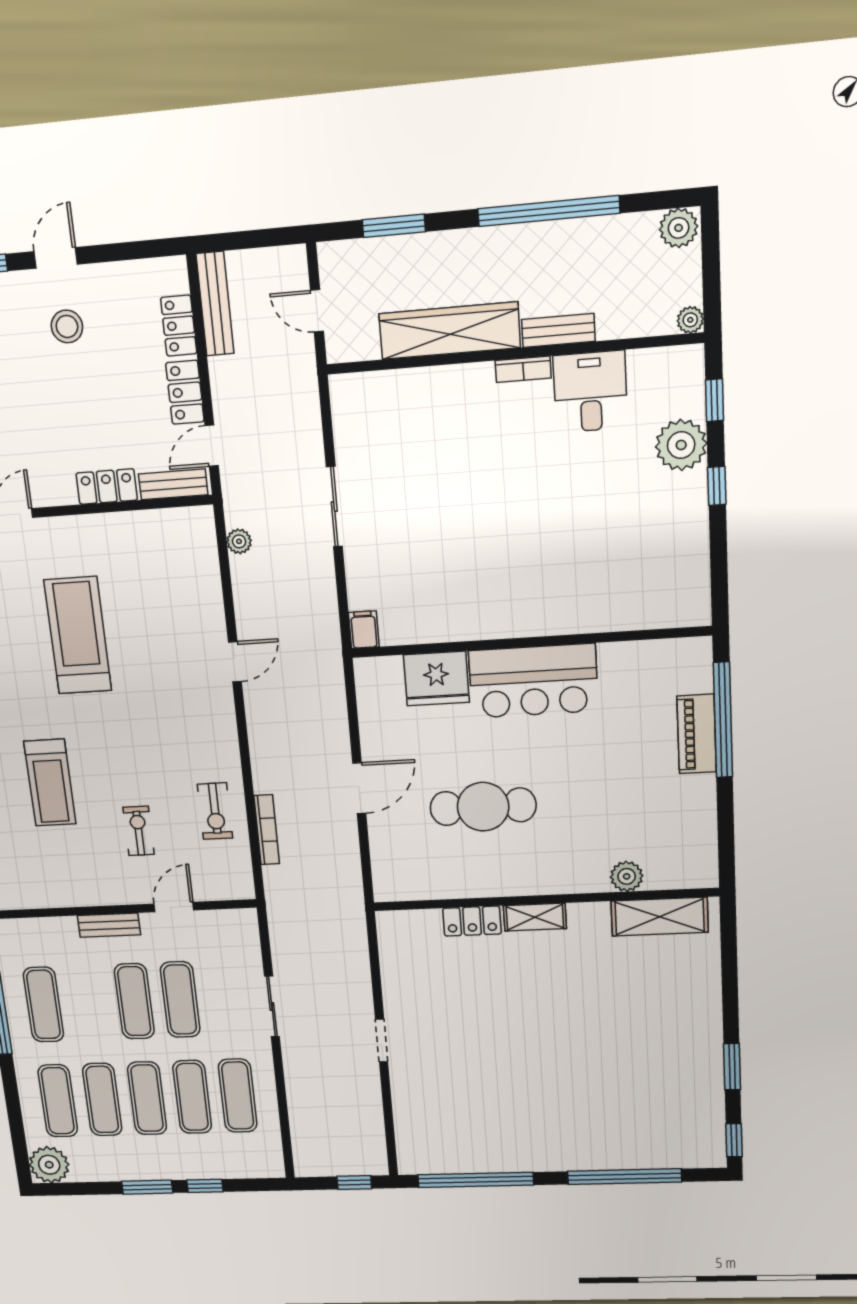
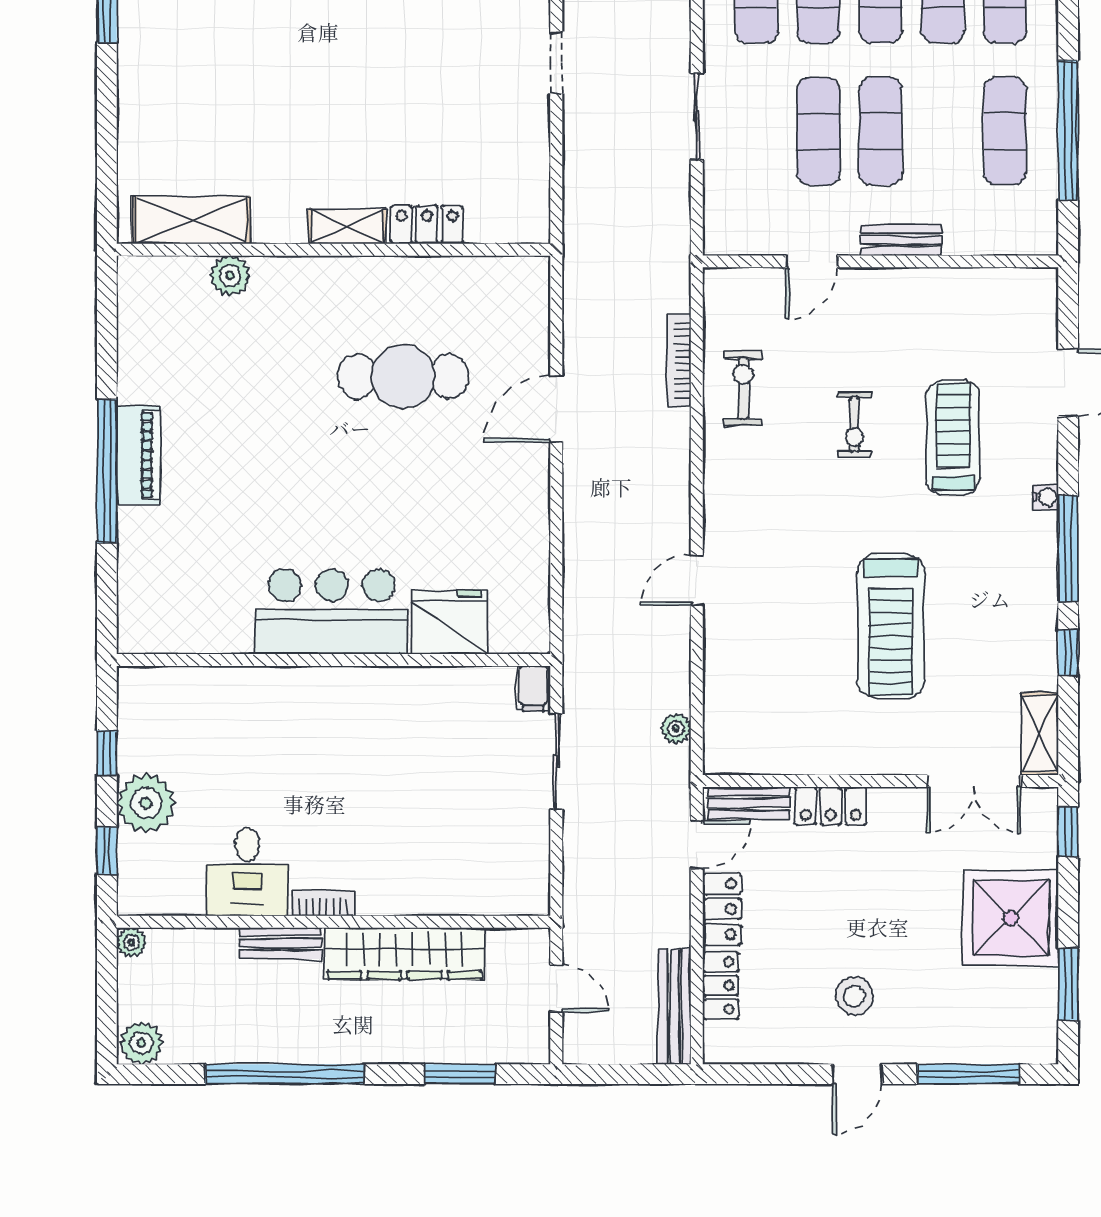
filing cabinet: (364, 630) -> (533, 688), moved
wall: (530, 642) -> (333, 660), moved
fridge: (436, 679) -> (449, 622), moved
bar counter: (533, 681) -> (332, 612), moved
exercise bike: (139, 831) -> (854, 424), moved

